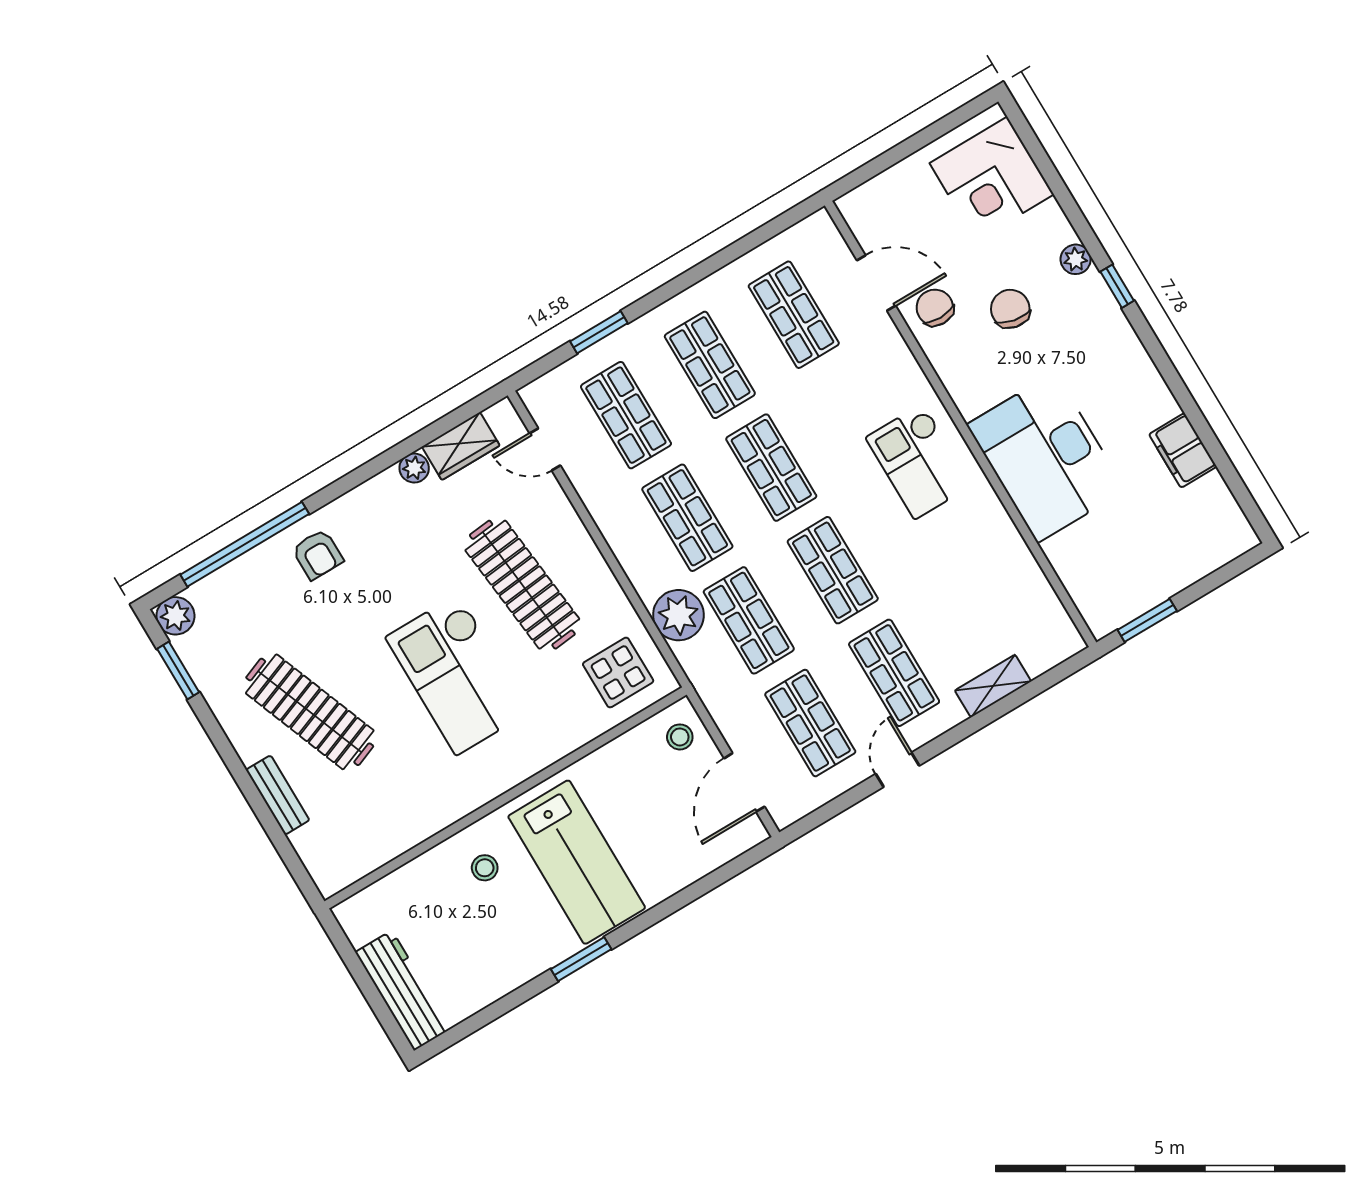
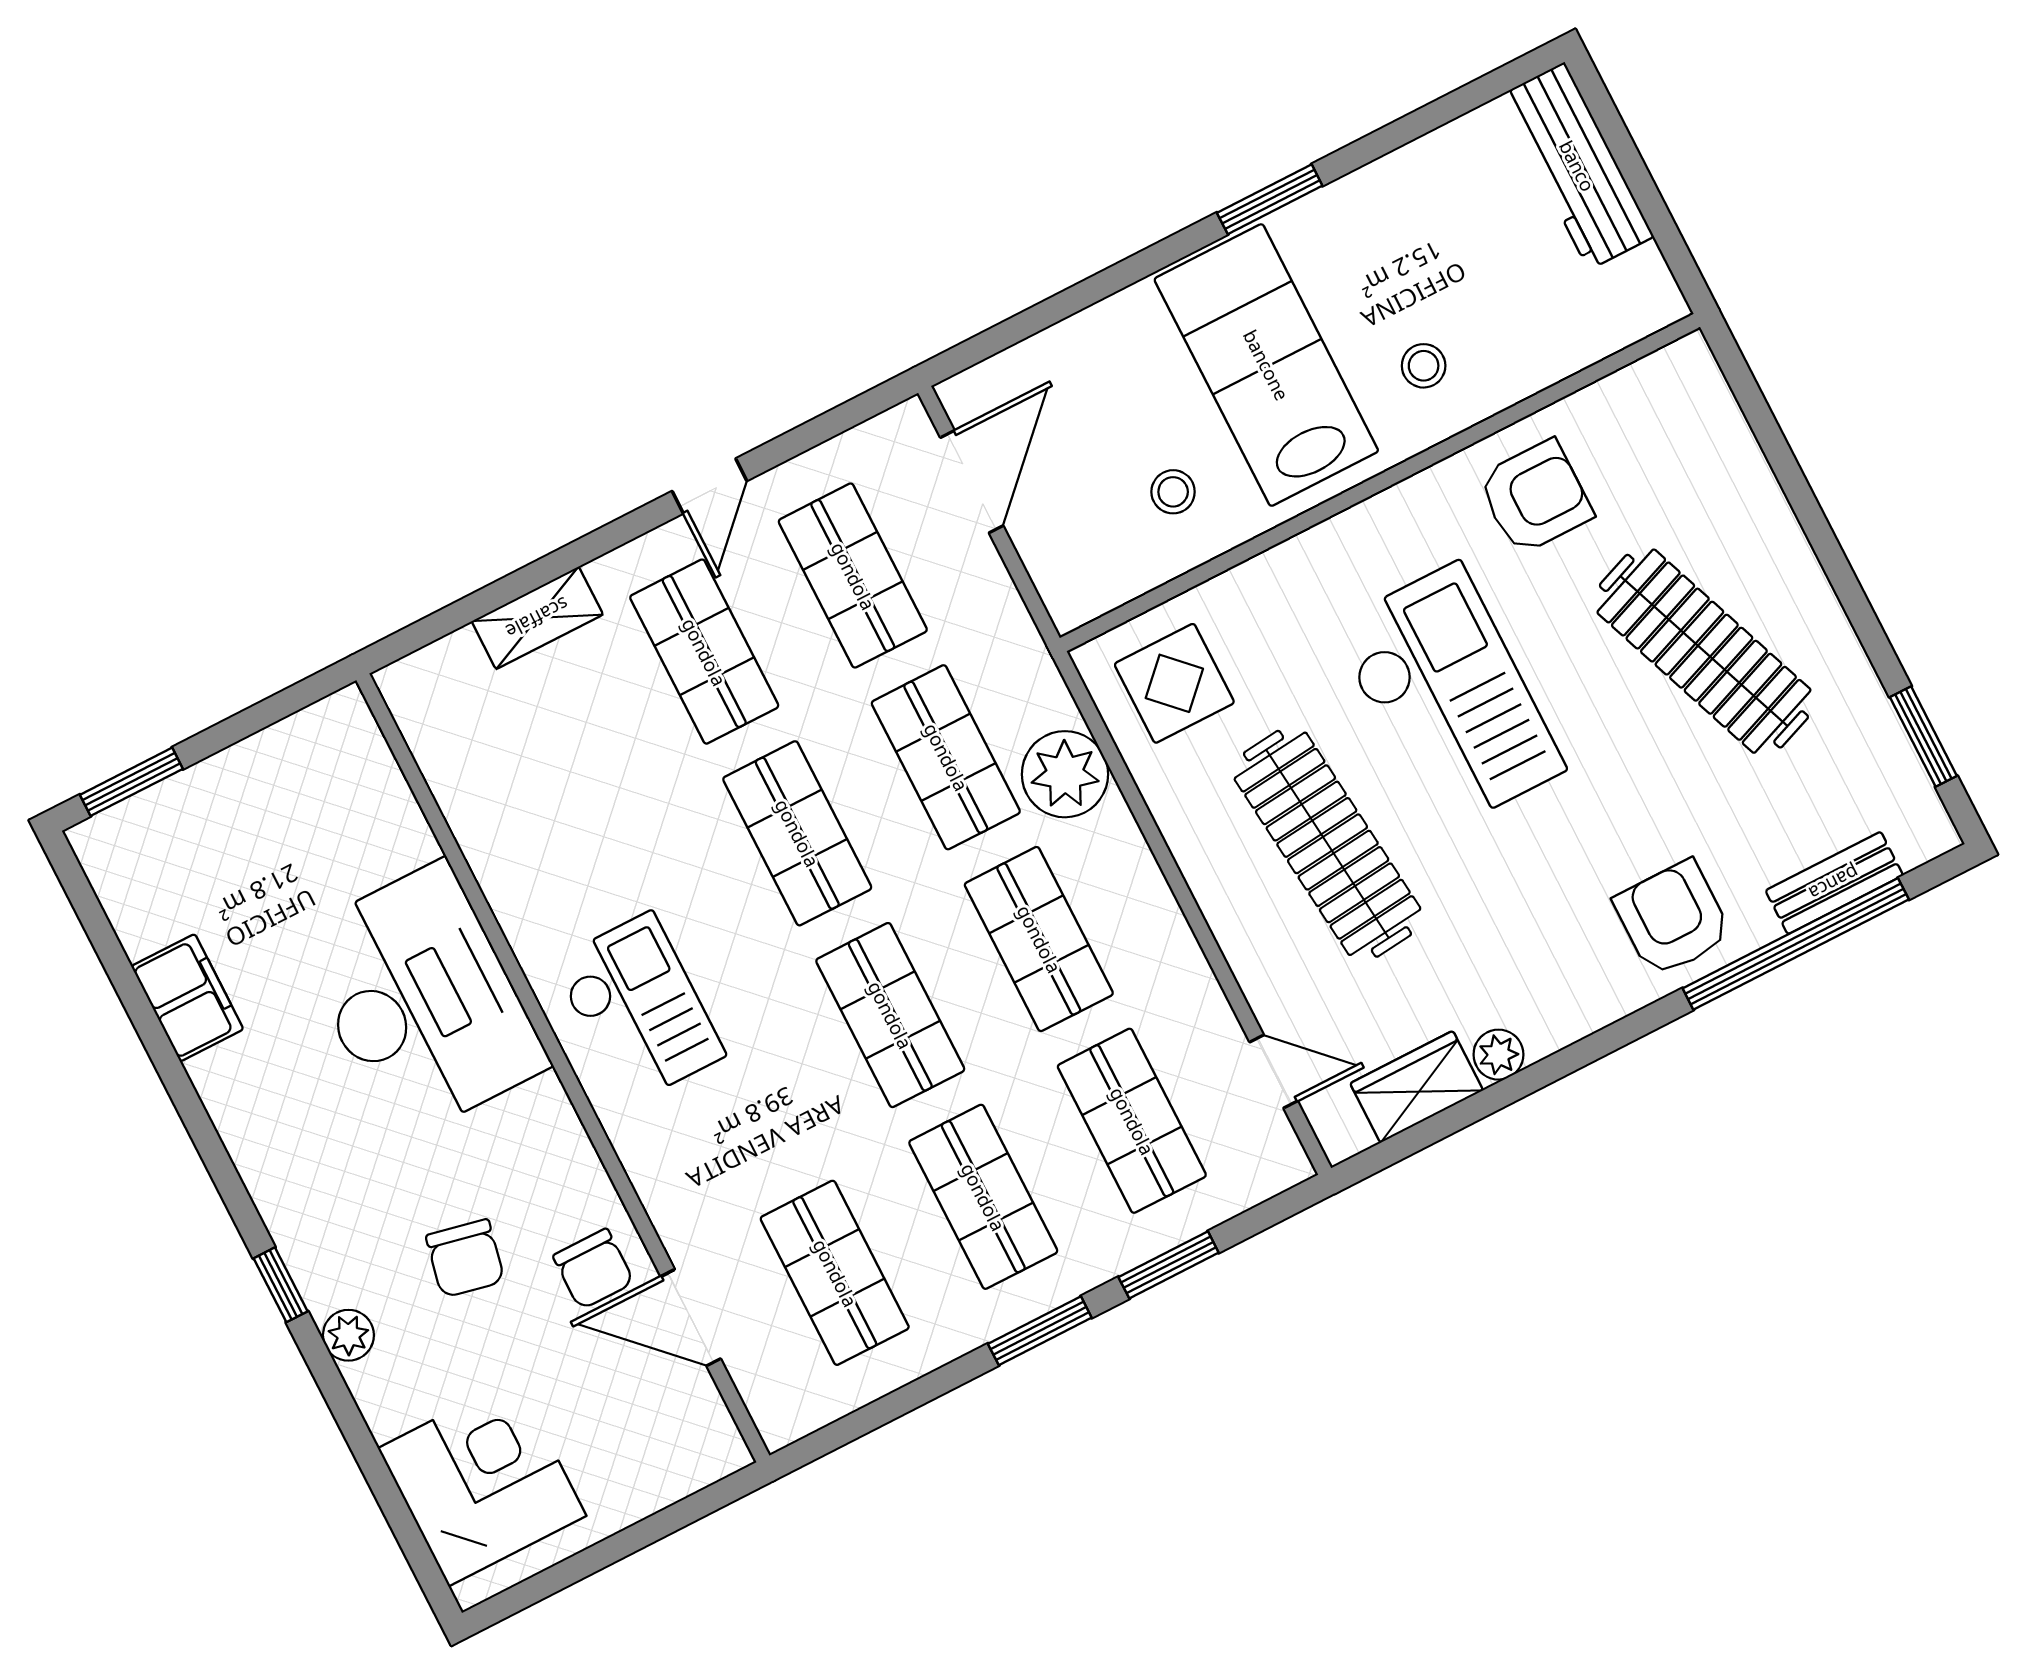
window: (672, 289) -> (1040, 1331), added
armchair: (318, 554) -> (1673, 918), width x1.38, depth x1.38
plant: (176, 616) -> (1922, 830), removed
window: (1147, 620) -> (131, 782), moved
stool: (680, 737) -> (1173, 492), moved
bench: (278, 795) -> (1834, 883), moved, turned 90
armchair: (414, 795) -> (1535, 497), added

